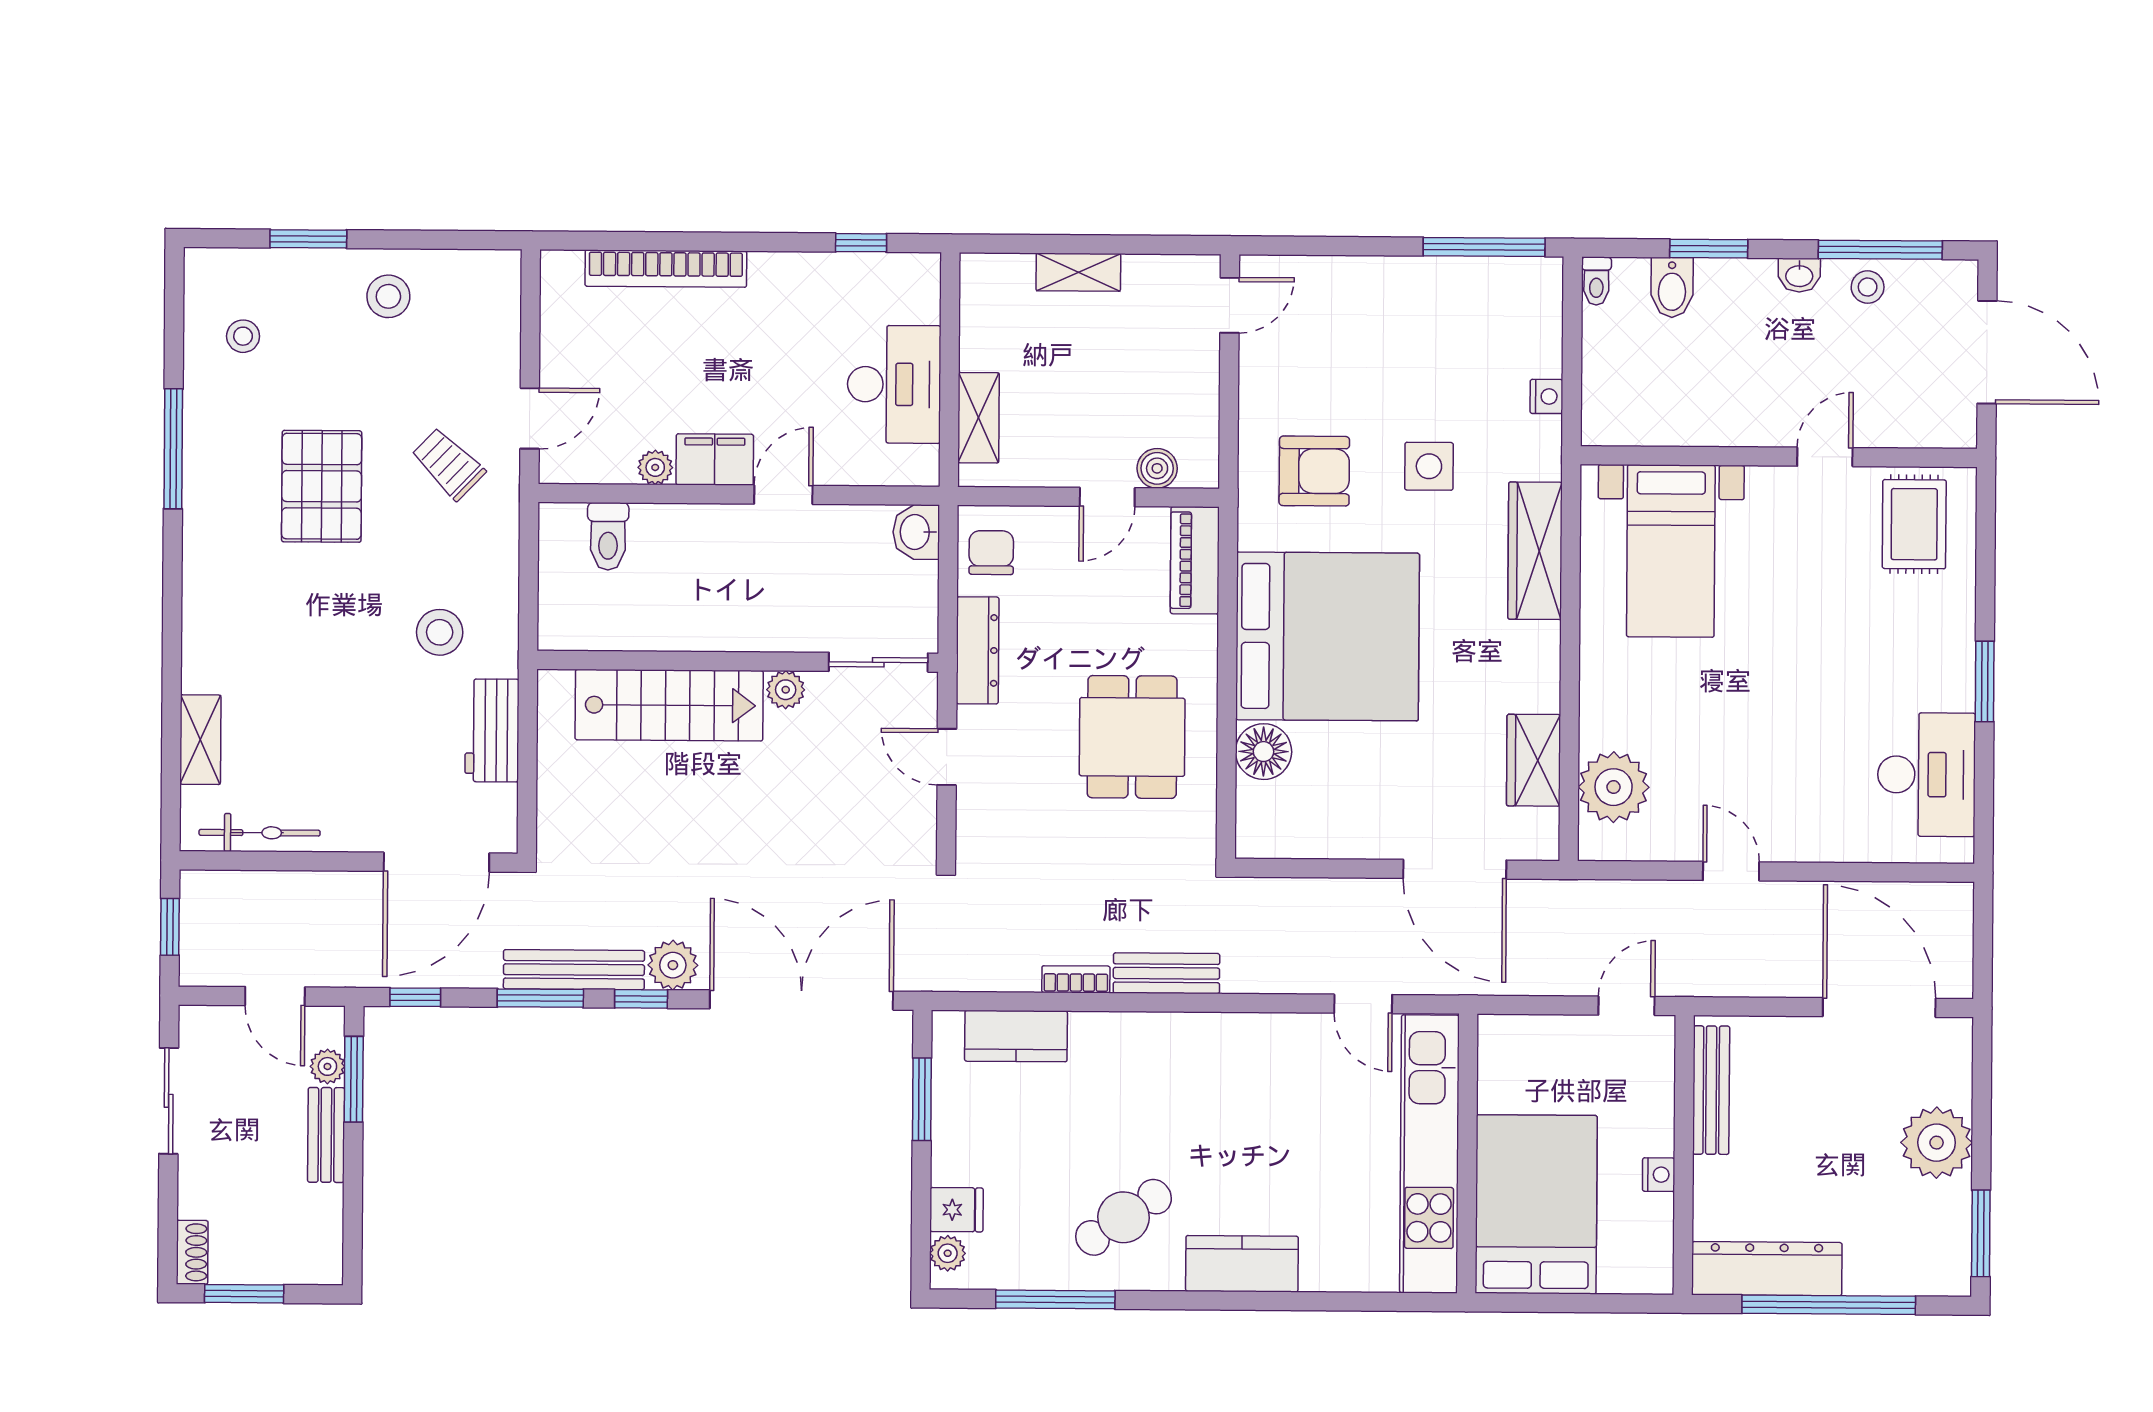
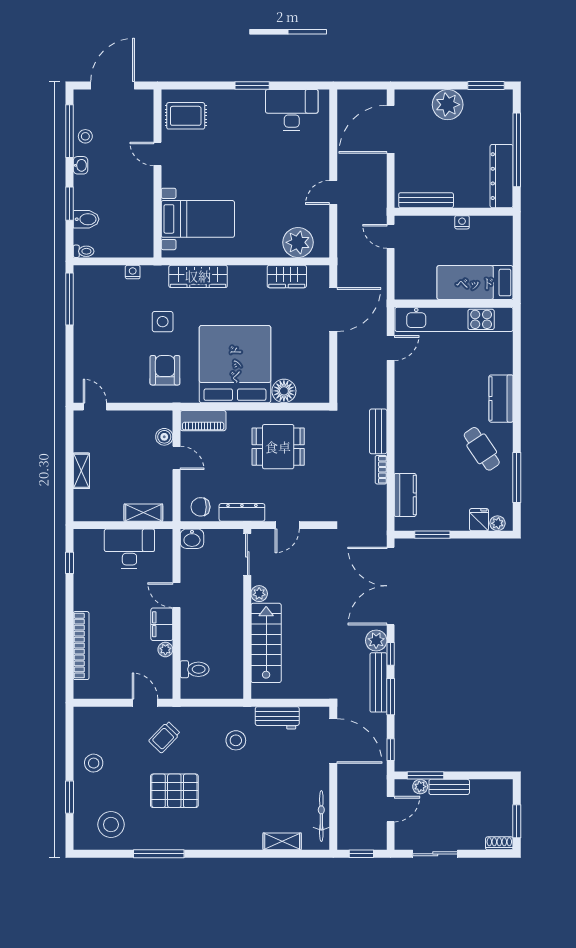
stool: (243, 336) -> (111, 825), width x1.89, depth x1.89
bed: (1536, 1204) -> (475, 283), width x0.67

